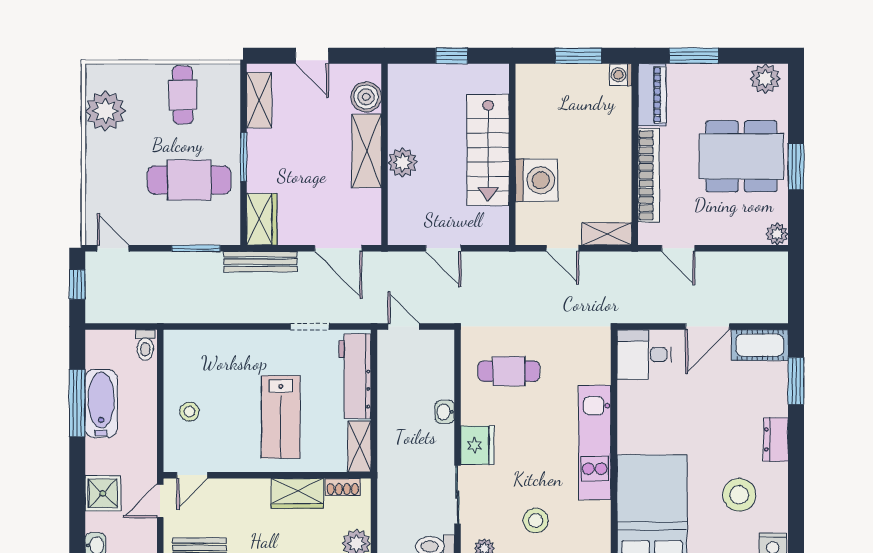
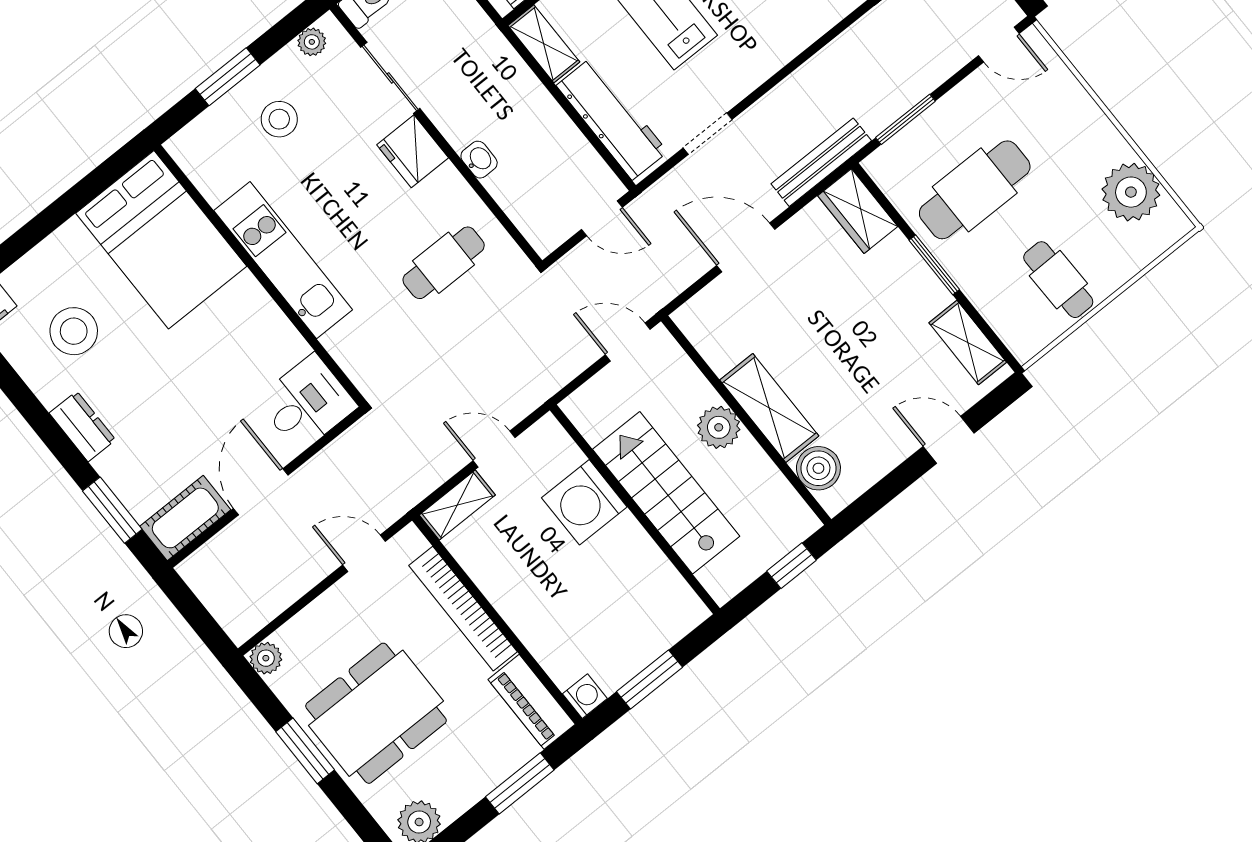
boiler: (366, 97) -> (818, 468), moved
shelving: (367, 151) -> (769, 408), moved
wall: (384, 154) -> (746, 420), moved
plant: (402, 162) -> (719, 427), moved

